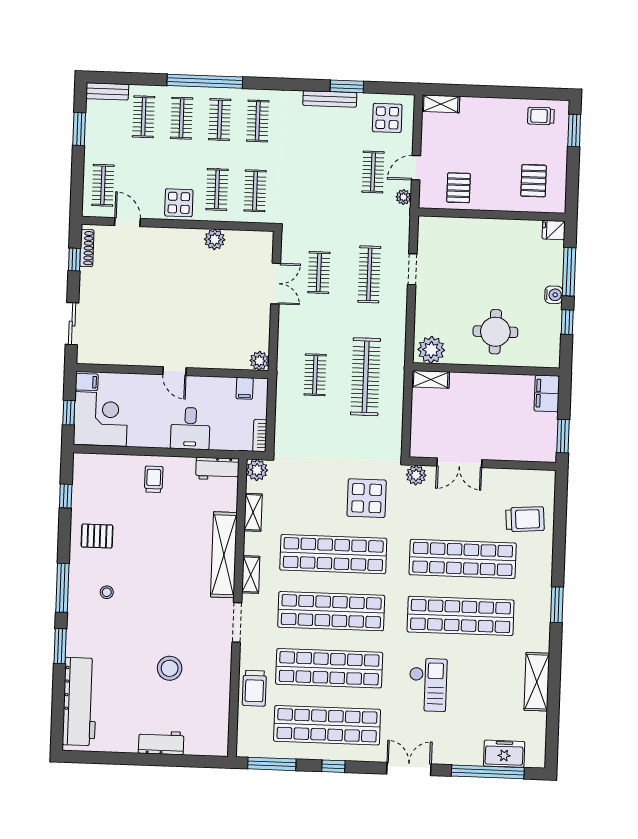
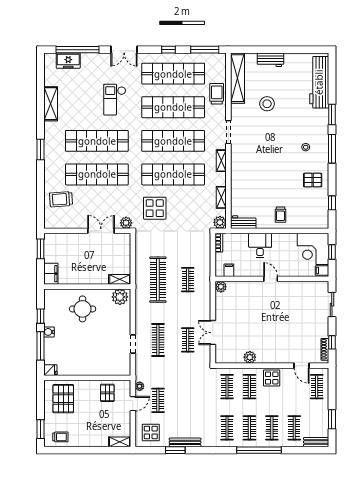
pallet: (534, 181) -> (63, 399), width x1.50, depth x1.42
shelving: (224, 555) -> (238, 78), moved

